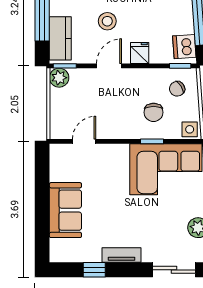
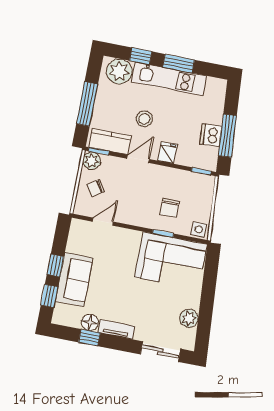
kitchen counter: (60, 38) -> (110, 141), moved, turned -90
dishwasher: (184, 47) -> (211, 135), moved
chair: (177, 89) -> (96, 188), moved
window: (42, 199) -> (55, 265), added
window: (42, 233) -> (49, 296), added
floor lamp: (91, 253) -> (90, 322), added

